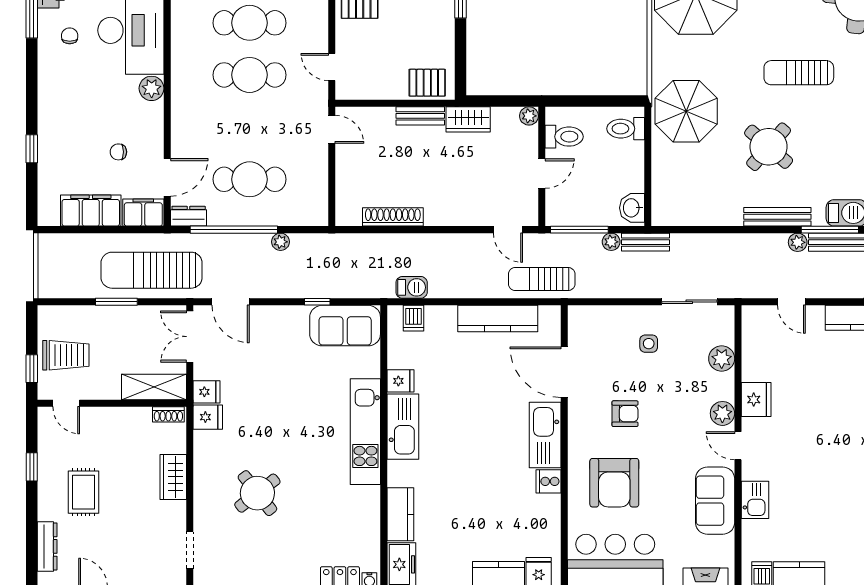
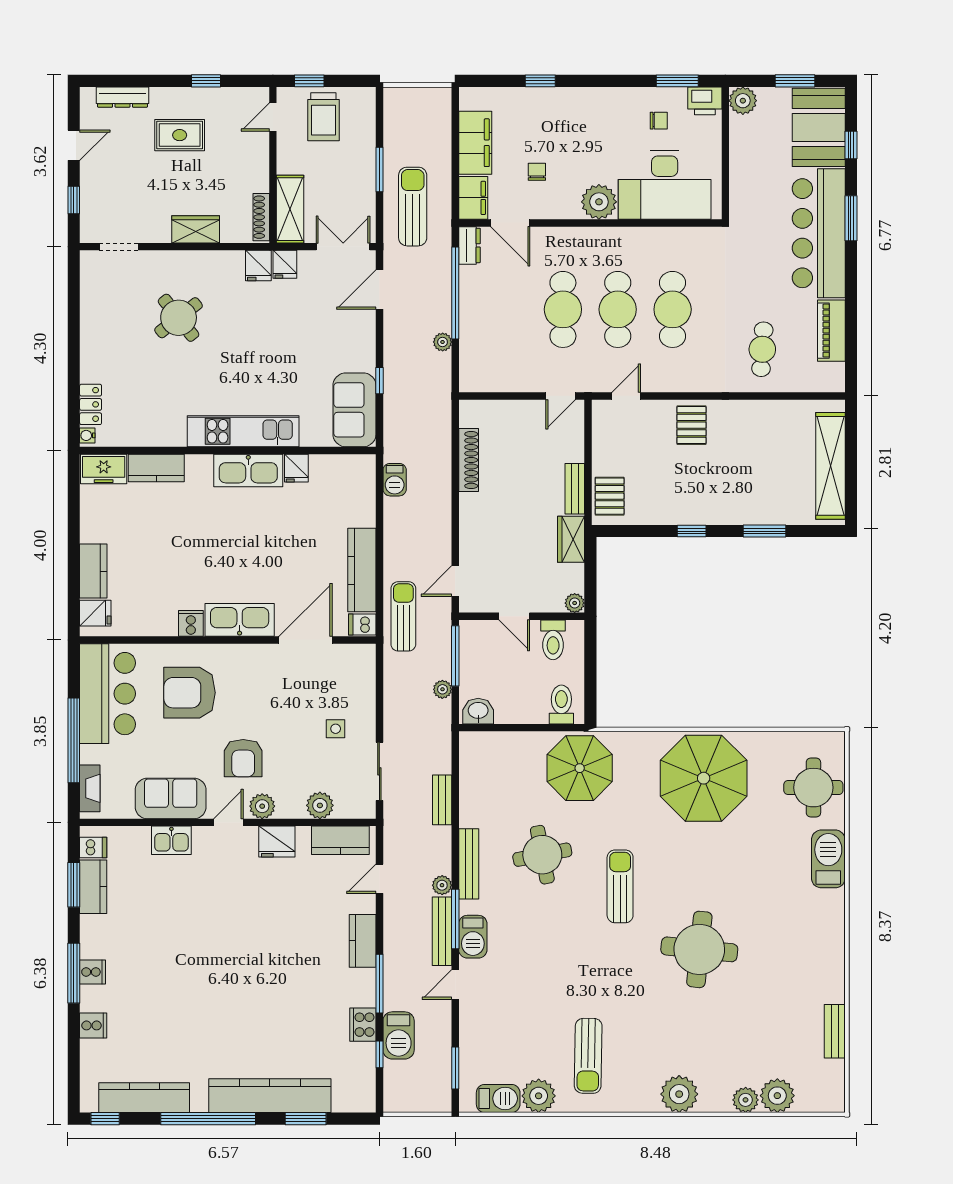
plant: (152, 88) -> (599, 202), width x1.36, depth x1.36
round table: (769, 147) -> (542, 855), turned 38
cafe table: (250, 179) -> (563, 309), moved
bench: (646, 242) -> (442, 800), moved
sun lounger: (152, 270) -> (413, 207), width x0.73, depth x0.75
dishwasher: (414, 318) -> (362, 624), moved
kitchen counter: (755, 339) -> (340, 840), added
shoe rack: (168, 414) -> (261, 217), width x1.43
armchair: (625, 414) -> (243, 758), moved, width x1.38, depth x1.38

